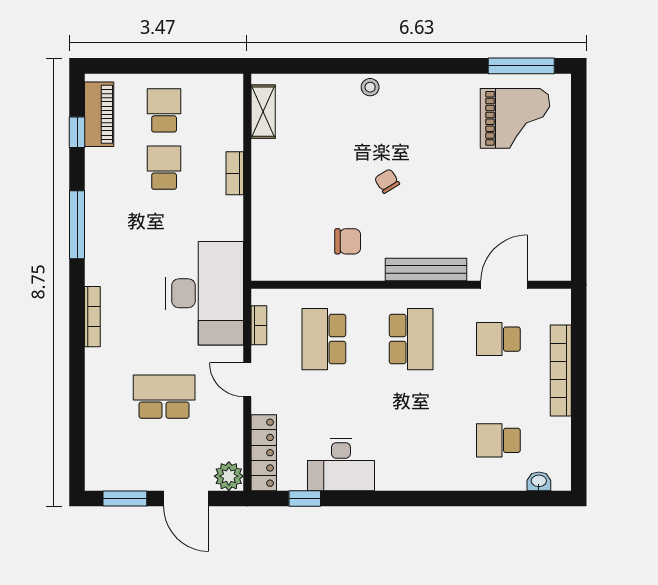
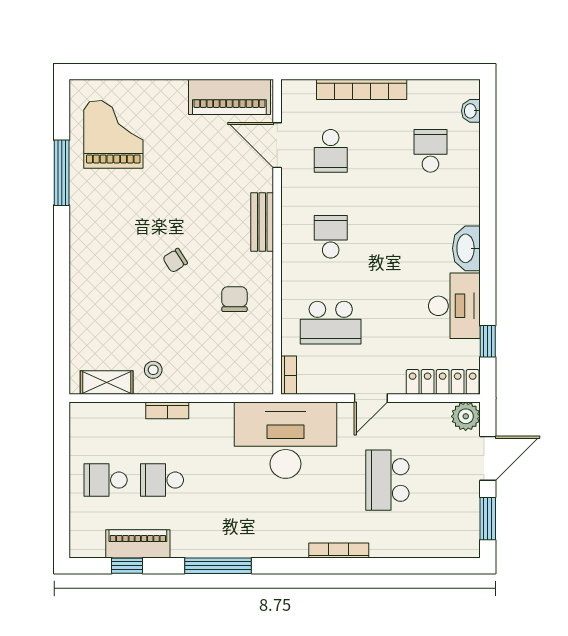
window: (521, 66) -> (62, 173), moved
stool: (370, 87) -> (153, 370), moved
piano: (99, 114) -> (138, 544), moved
piano: (553, 236) -> (229, 97), added
bench: (426, 270) -> (262, 222), width x0.73
bookcase: (92, 317) -> (339, 551), moved
bookcase: (259, 325) -> (289, 375), moved, turned 90
school desk: (411, 339) -> (331, 237), width x0.54
school desk: (498, 440) -> (430, 151), turned 180
washbasin: (399, 477) -> (466, 248), added

